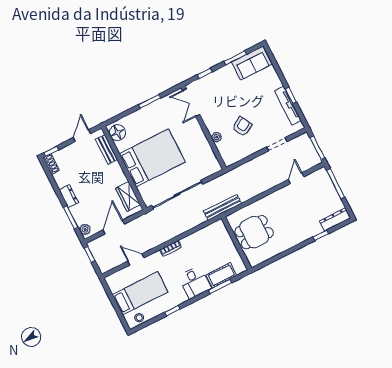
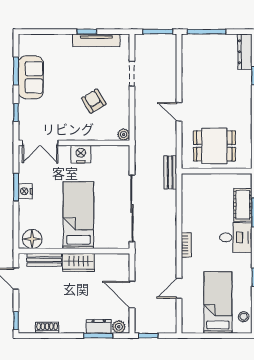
sofa: (252, 63) -> (31, 77), moved
nightstand: (150, 110) -> (25, 191), added
nightstand: (198, 137) -> (81, 154), added
plant: (217, 137) -> (124, 135), moved
bed: (152, 158) -> (78, 215), width x0.67
shoe rack: (51, 164) -> (47, 328), moved
door: (296, 178) -> (179, 112), moved
dresser: (69, 196) -> (99, 326), moved
wardrobe: (128, 197) -> (78, 262), moved
bench: (223, 207) -> (170, 173), width x0.73
dining table: (254, 232) -> (214, 146), turned 90

